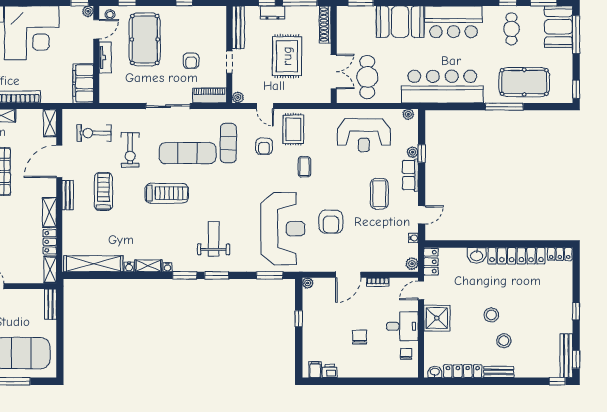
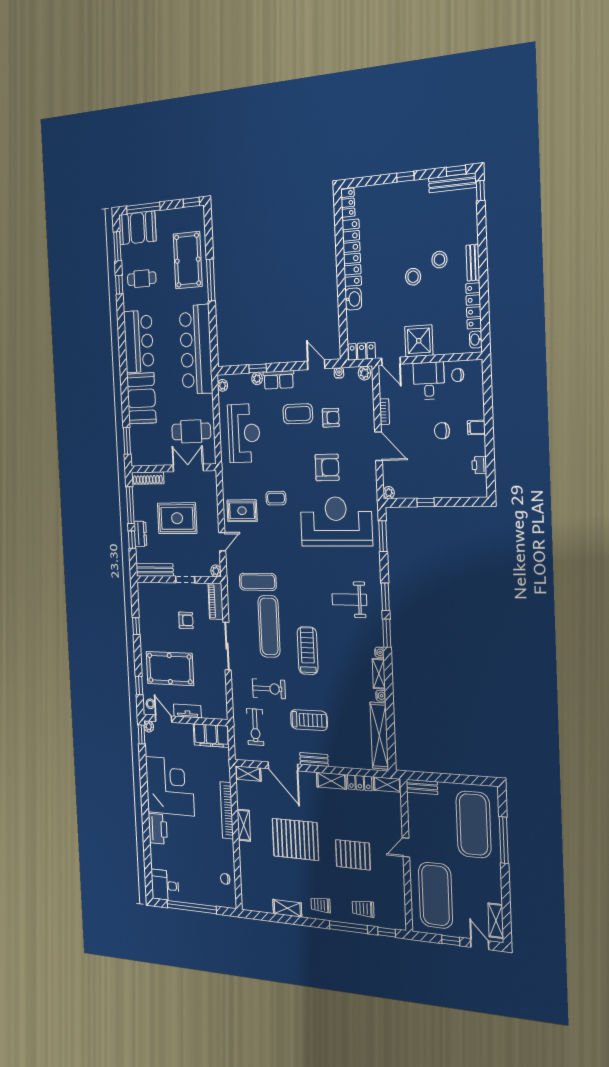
armchair: (264, 146) -> (331, 418), moved
treadmill: (103, 192) -> (309, 720), turned 180
filing cabinet: (315, 370) -> (476, 427), moved

